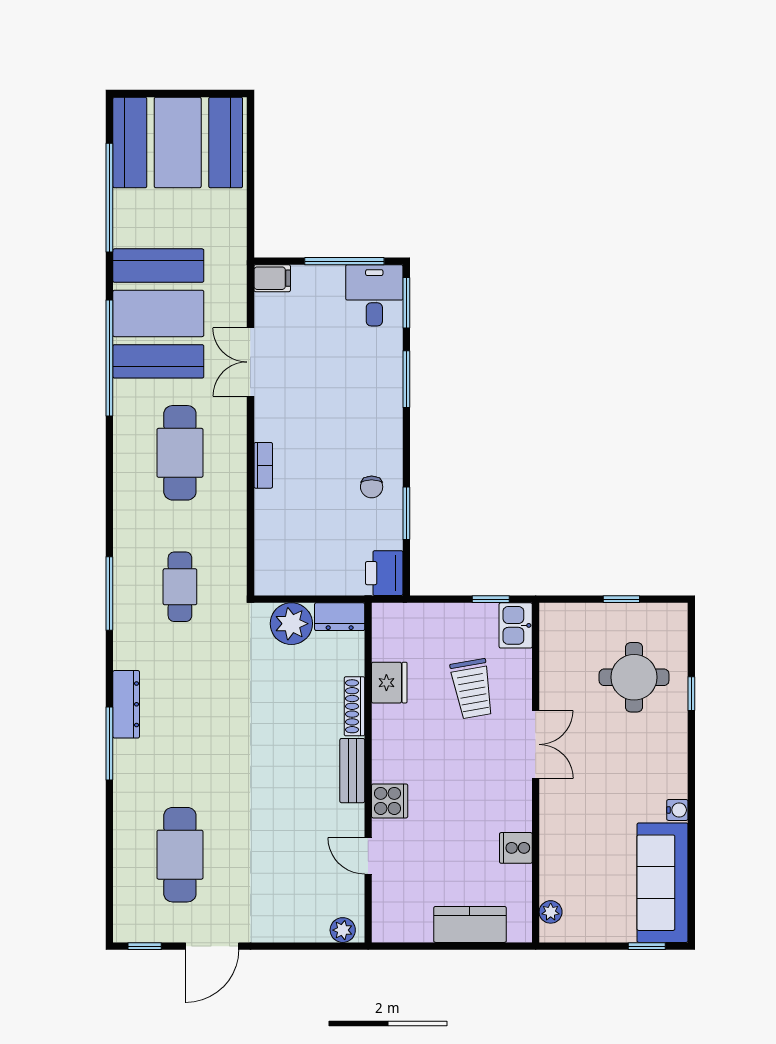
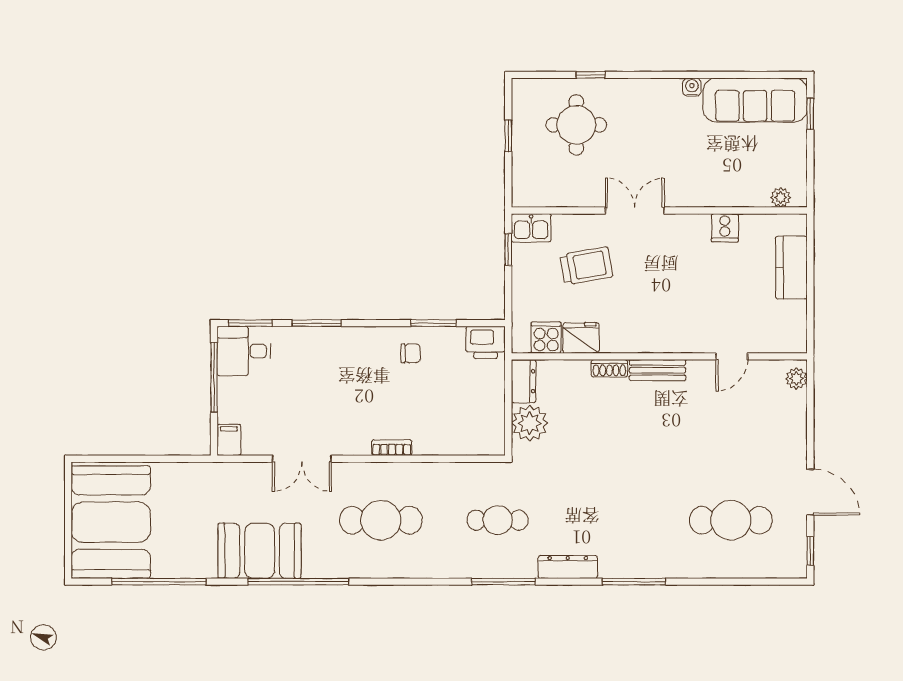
booth: (158, 313) -> (260, 551), width x0.73, depth x0.70
dresser: (126, 704) -> (568, 567), moved
shoe rack: (354, 706) -> (609, 368), width x0.70
cooker: (390, 801) -> (546, 338), moved

